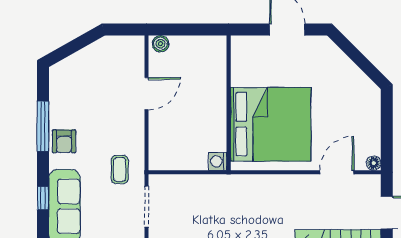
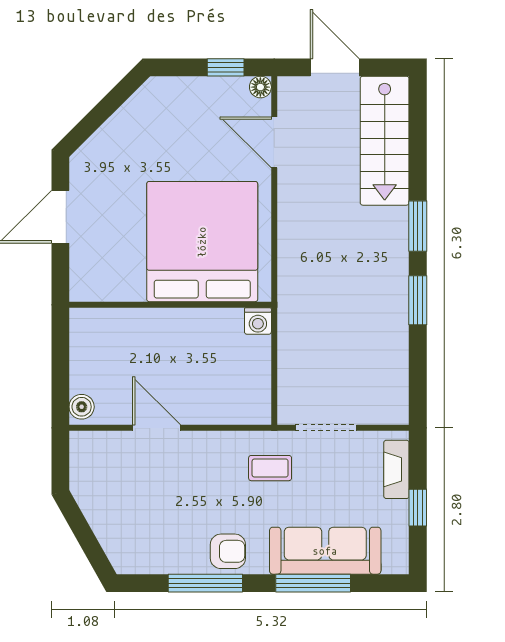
window: (387, 140) -> (226, 67), added
window: (43, 198) -> (313, 583), width x2.17

